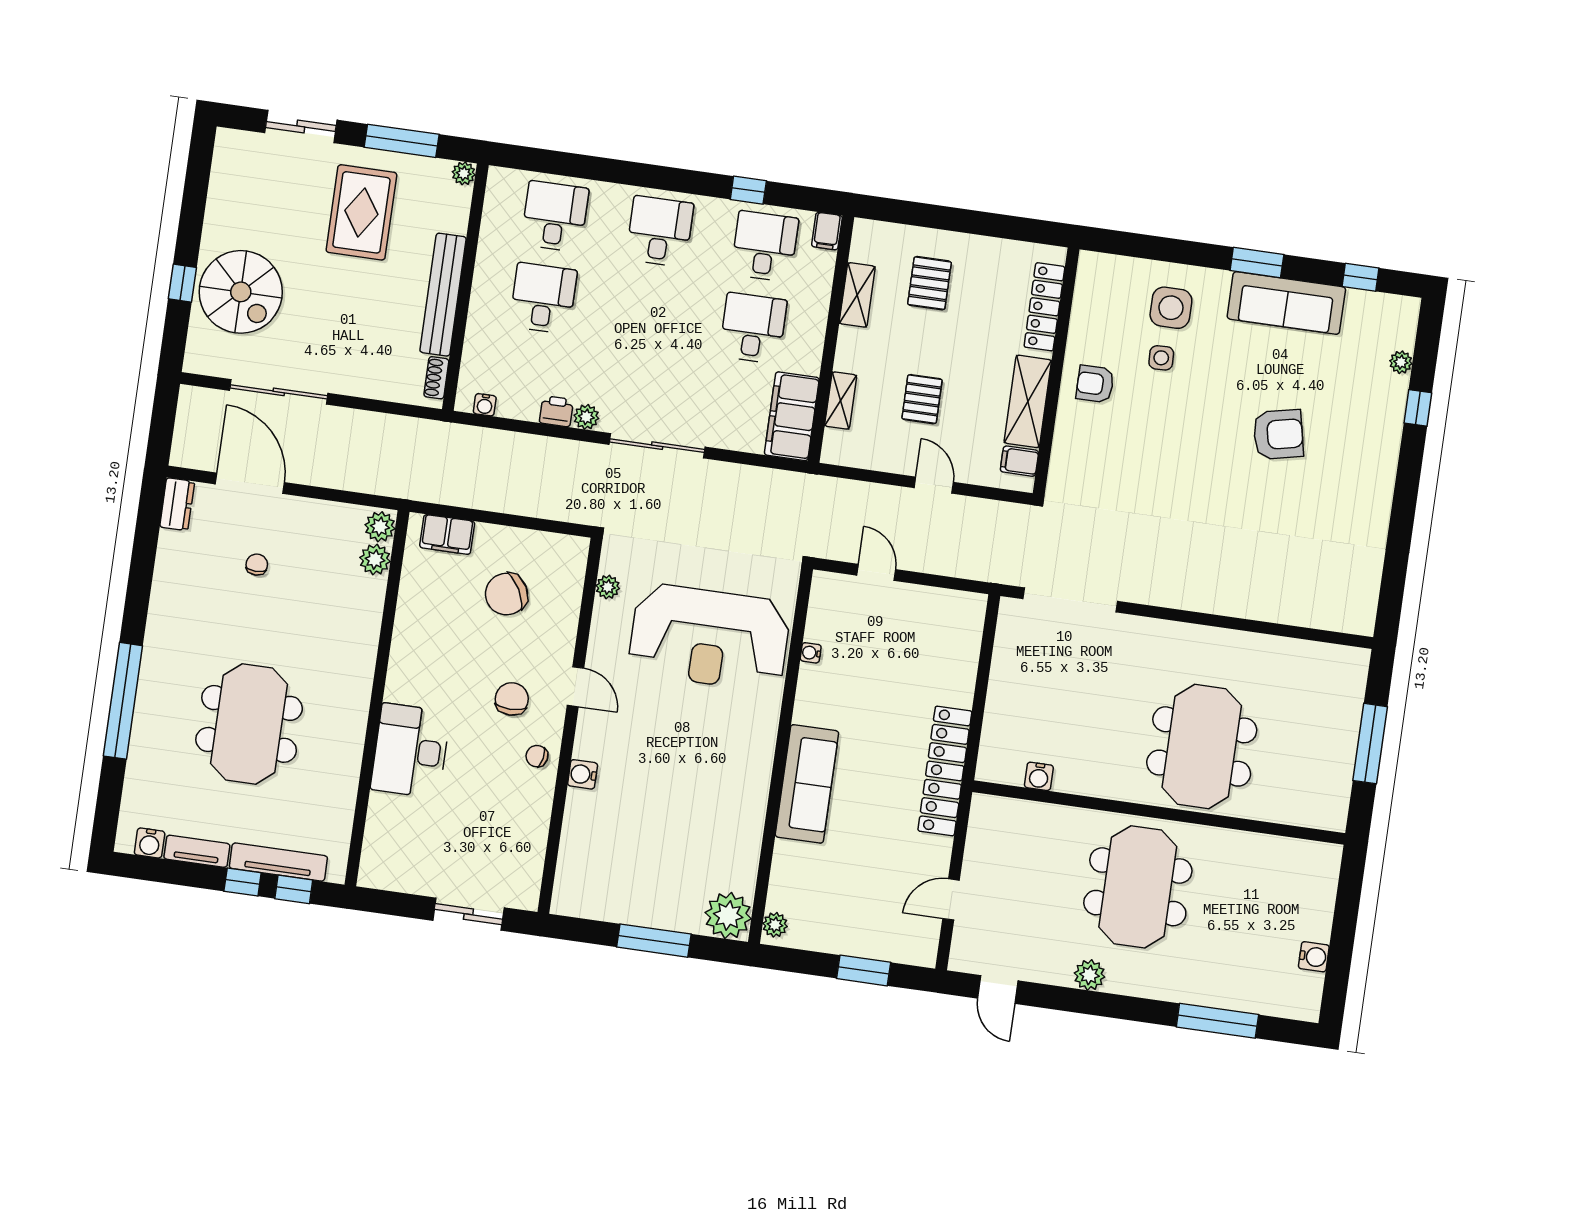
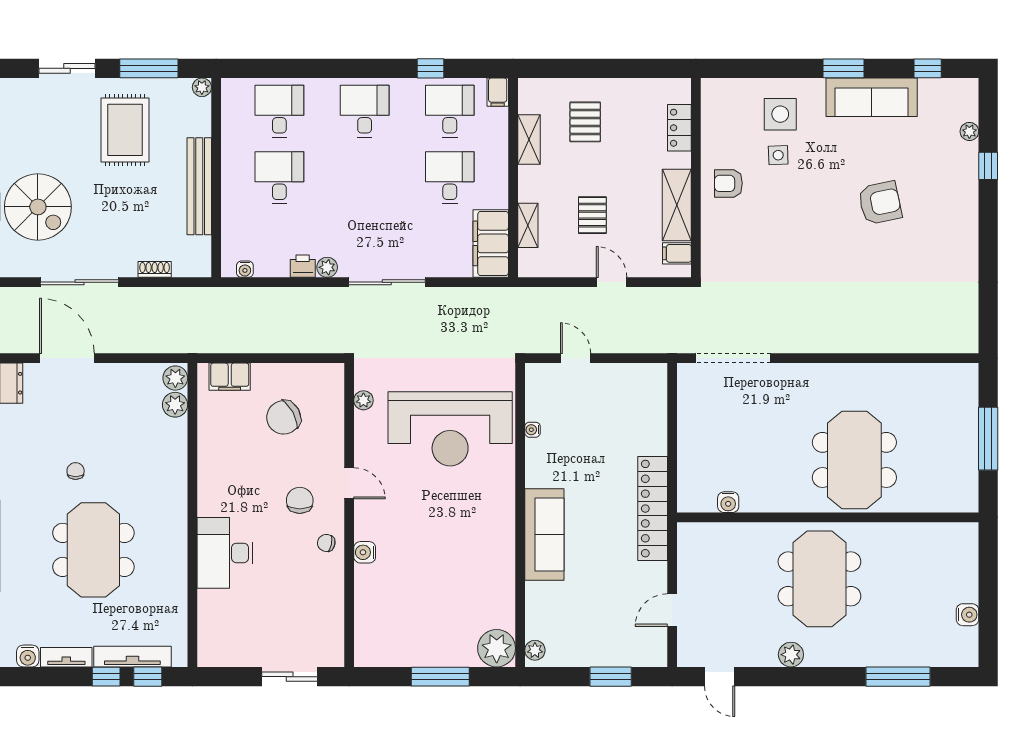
locker: (1044, 307) -> (679, 128), width x0.66
shoe rack: (436, 378) -> (155, 269), moved, turned 90
chair: (257, 565) -> (76, 471), moved

